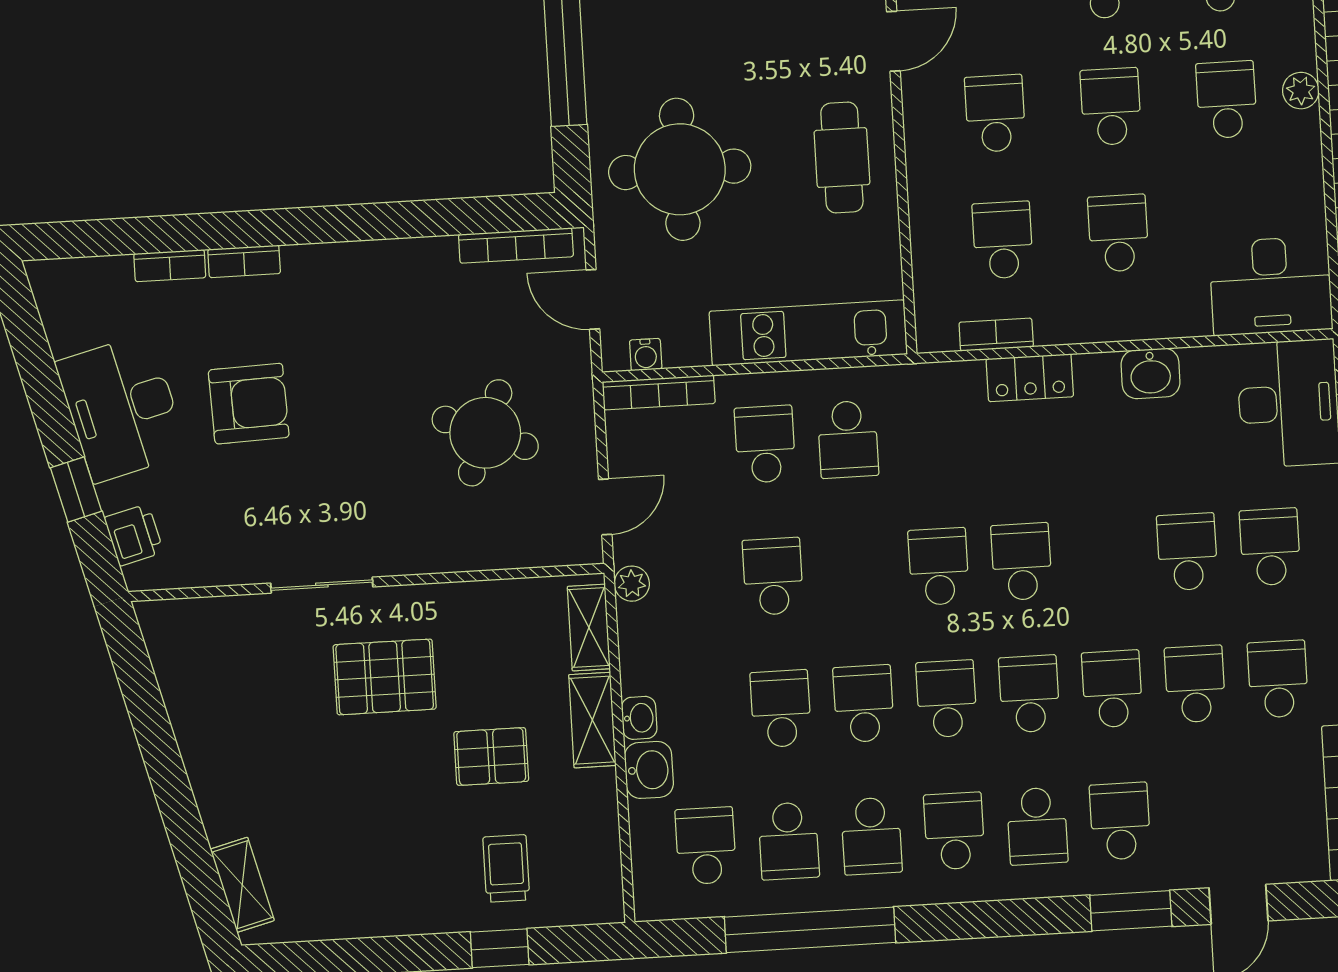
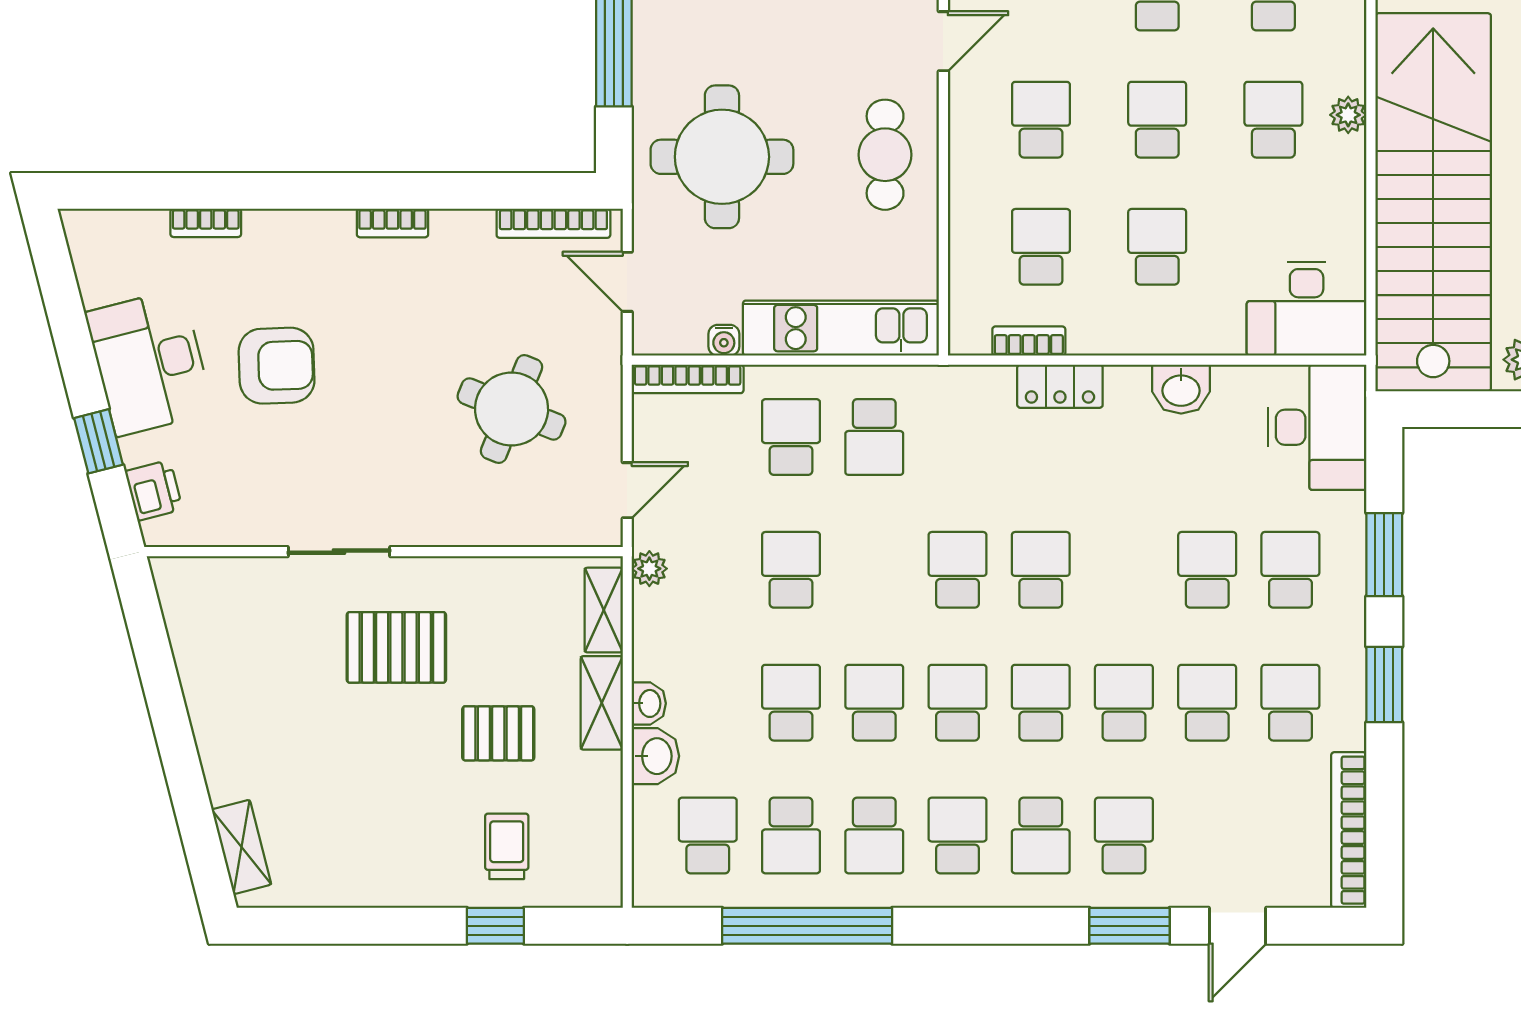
bookcase: (244, 261) -> (392, 223), moved
water cooler: (646, 355) -> (724, 340), moved

